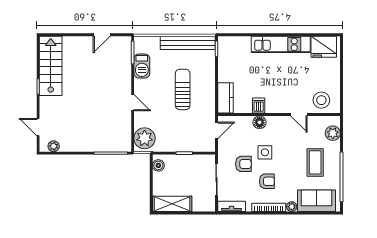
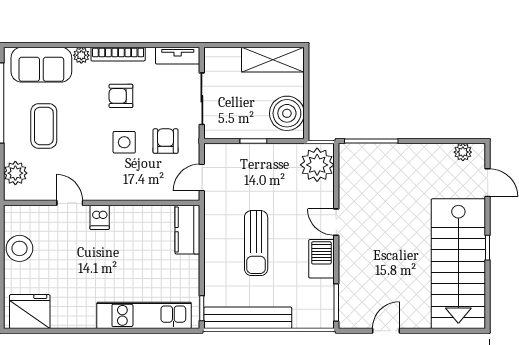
kitchen unit: (281, 44) -> (144, 315), moved
stairs: (51, 66) -> (458, 264), width x1.36, depth x1.51
barbecue: (142, 66) -> (321, 259), moved
stool: (321, 100) -> (19, 248), moved
dishwasher: (259, 106) -> (100, 217), moved
floor lamp: (259, 122) -> (133, 190), removed
armchair: (243, 164) -> (166, 141), moved, turned 90
boiler: (158, 165) -> (287, 113), width x1.86, depth x1.86

